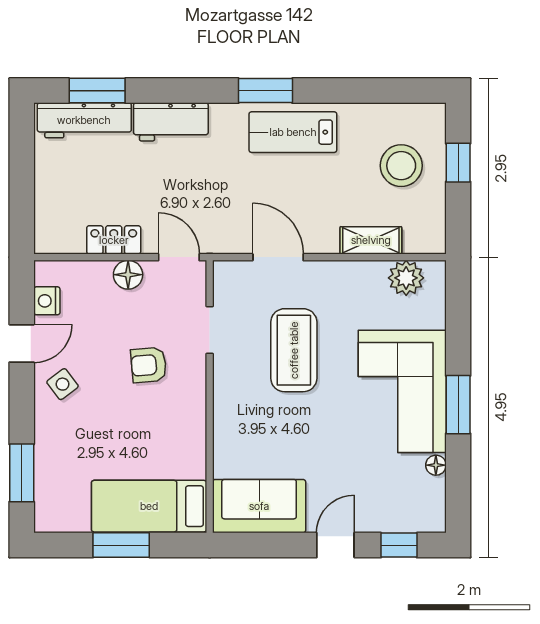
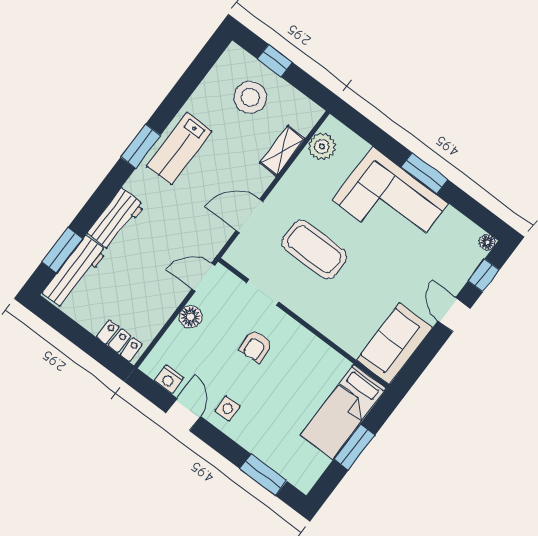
locker: (114, 240) -> (119, 341), moved, turned 90
side table: (63, 384) -> (228, 408), turned 37
floor lamp: (436, 465) -> (487, 242), moved

